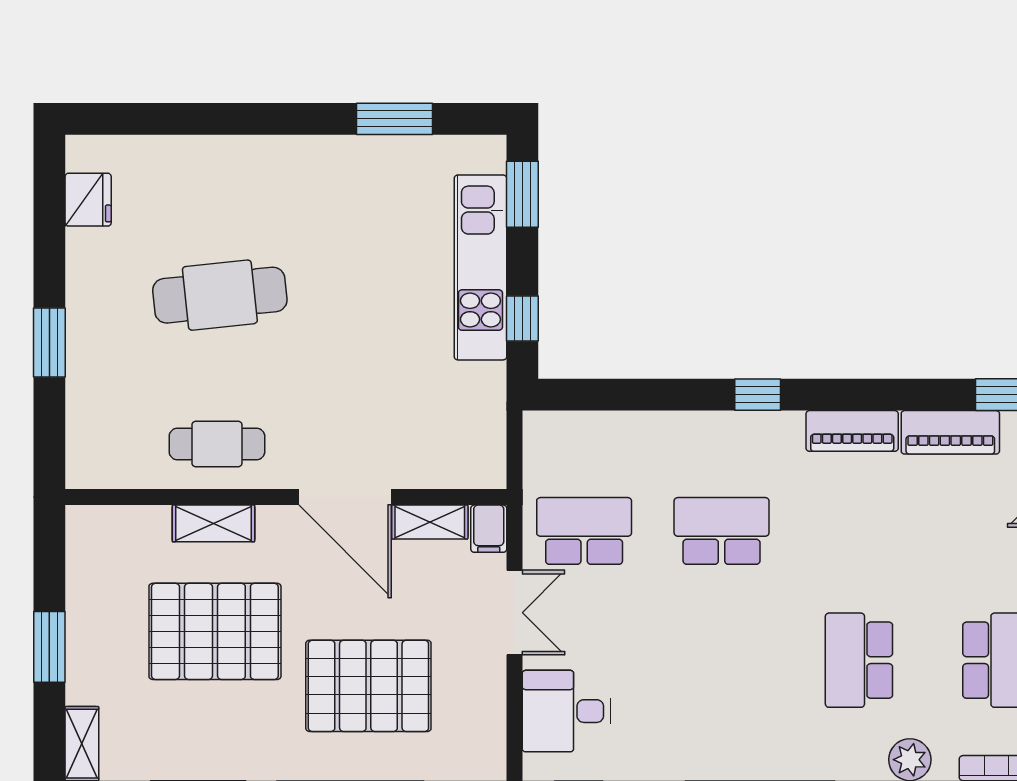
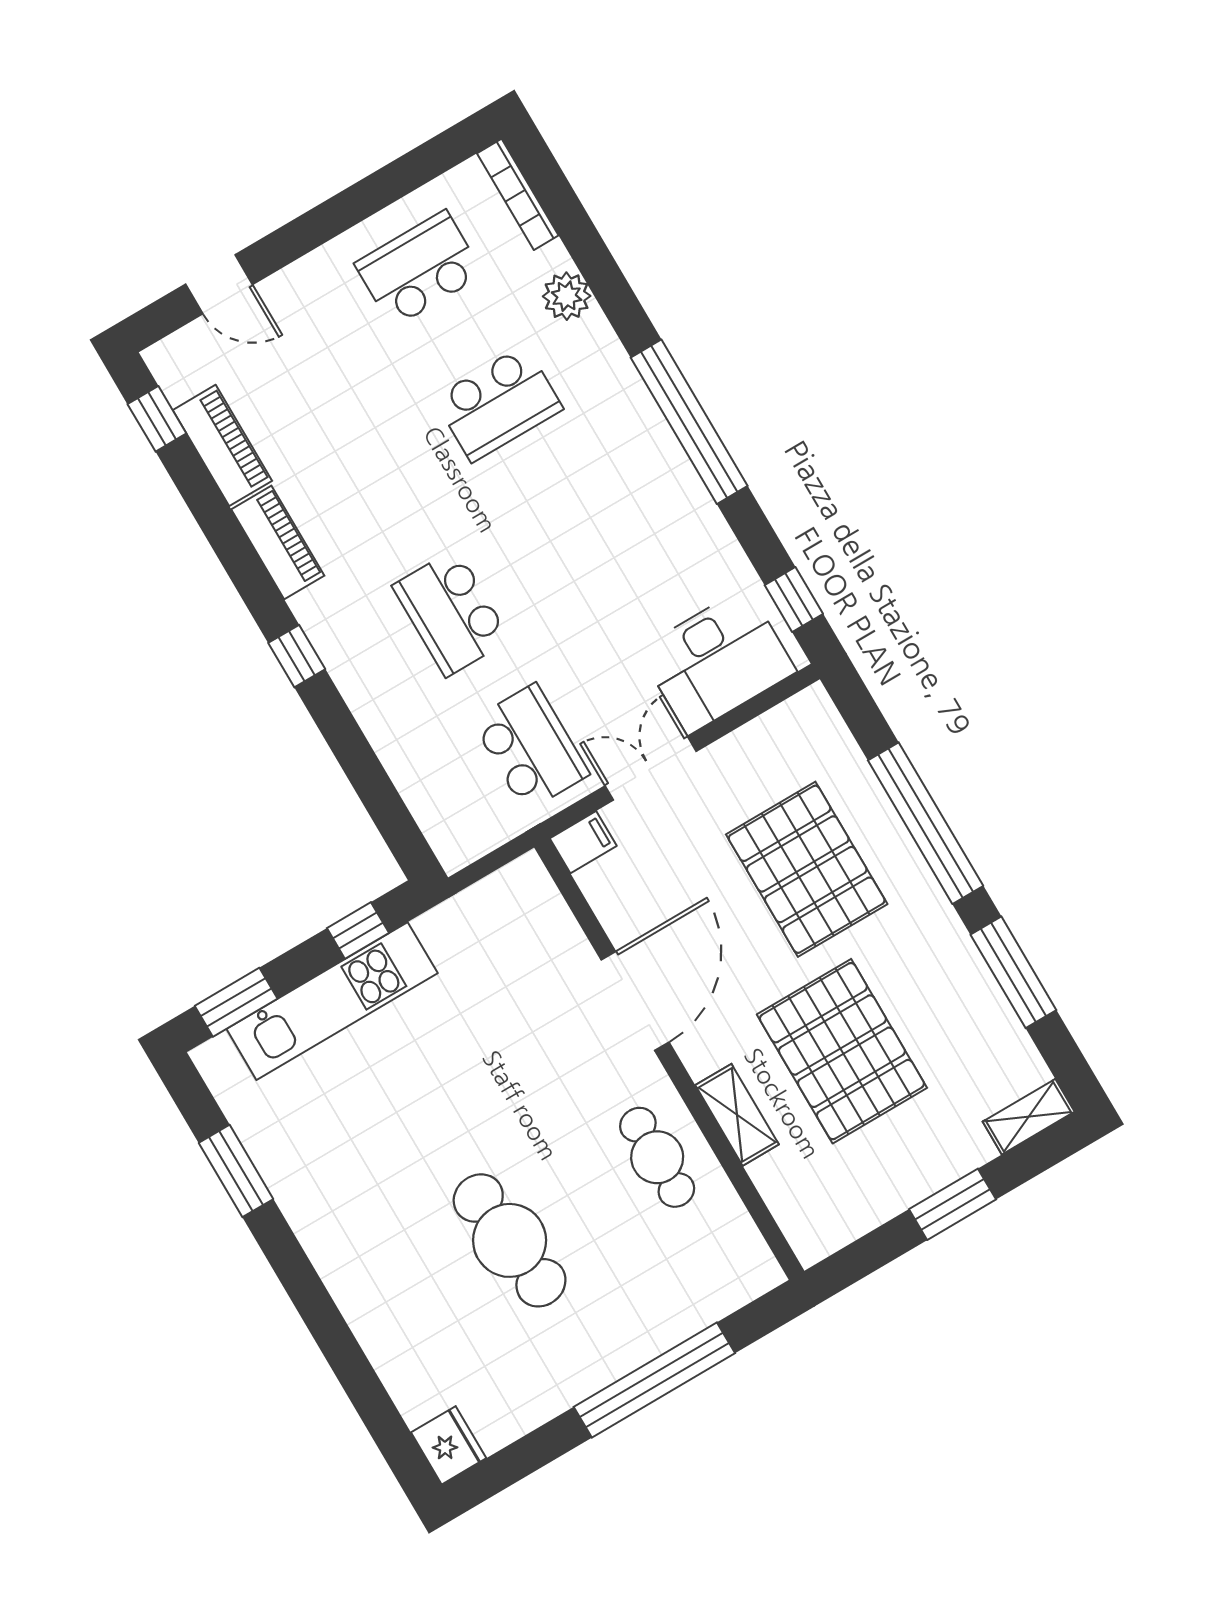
fridge: (88, 200) -> (449, 1445), moved, turned 90
window: (49, 343) -> (654, 1380), width x2.11
shelving: (430, 522) -> (611, 904), removed
school desk: (584, 531) -> (530, 747), turned 180
desk: (566, 711) -> (717, 661), width x1.37

